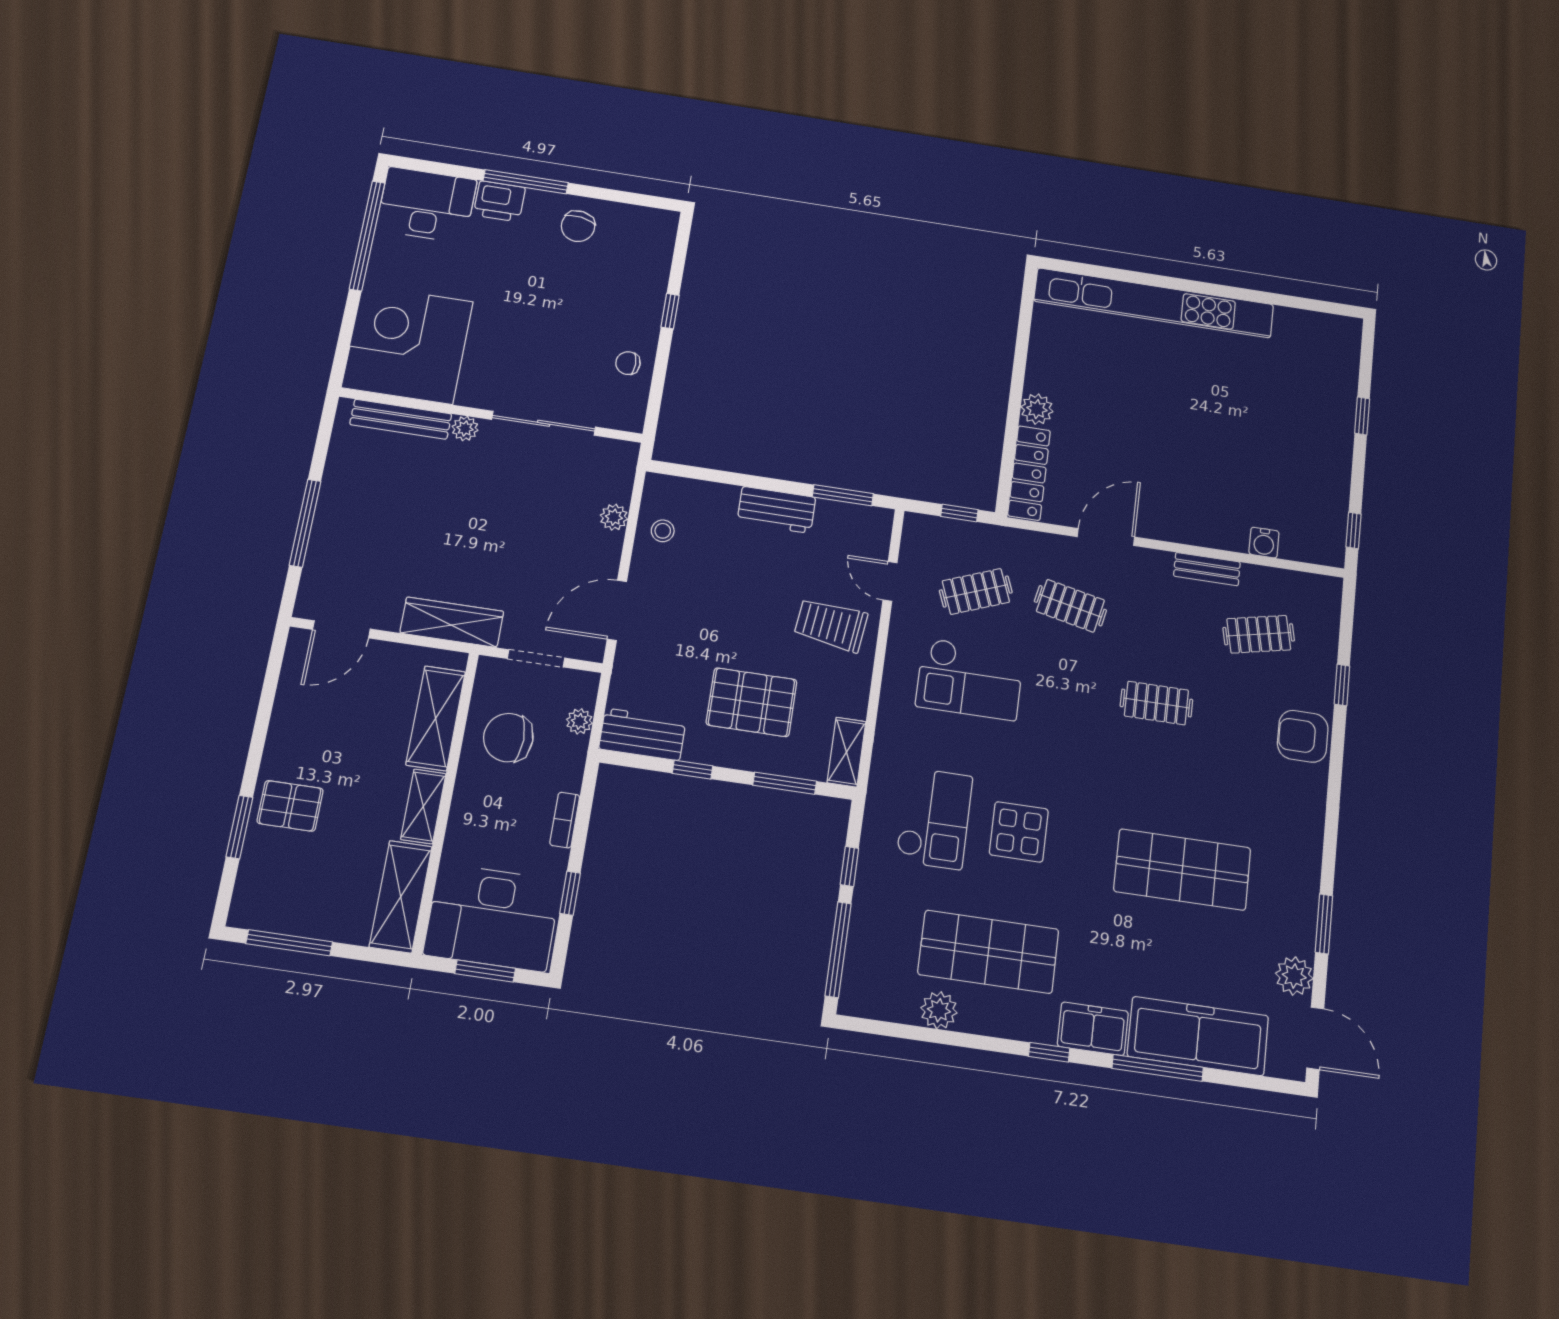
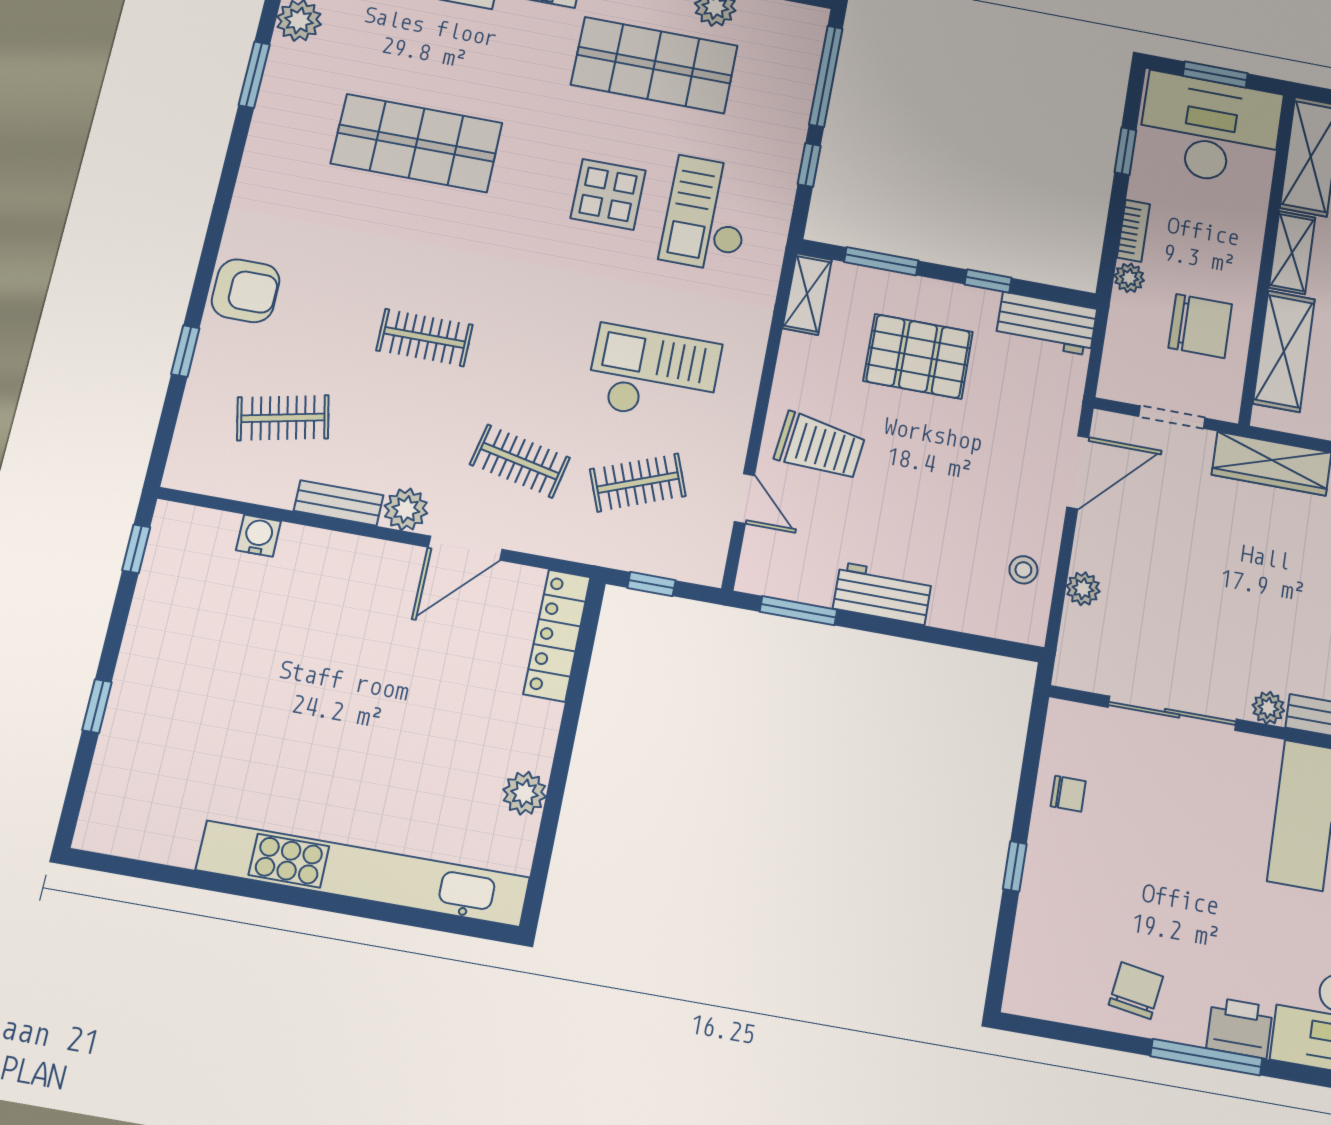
plant: (1037, 409) -> (524, 793), moved
plant: (1155, 566) -> (406, 509), added
plant: (579, 721) -> (1129, 278), moved

